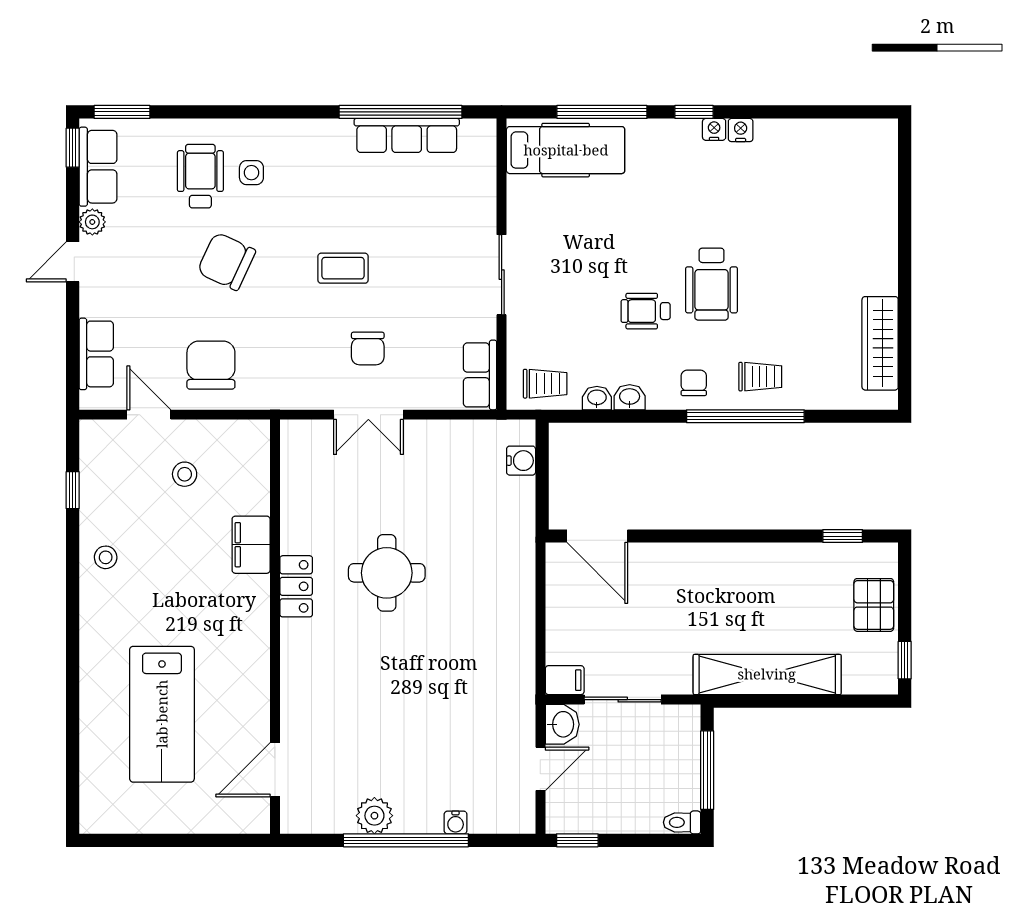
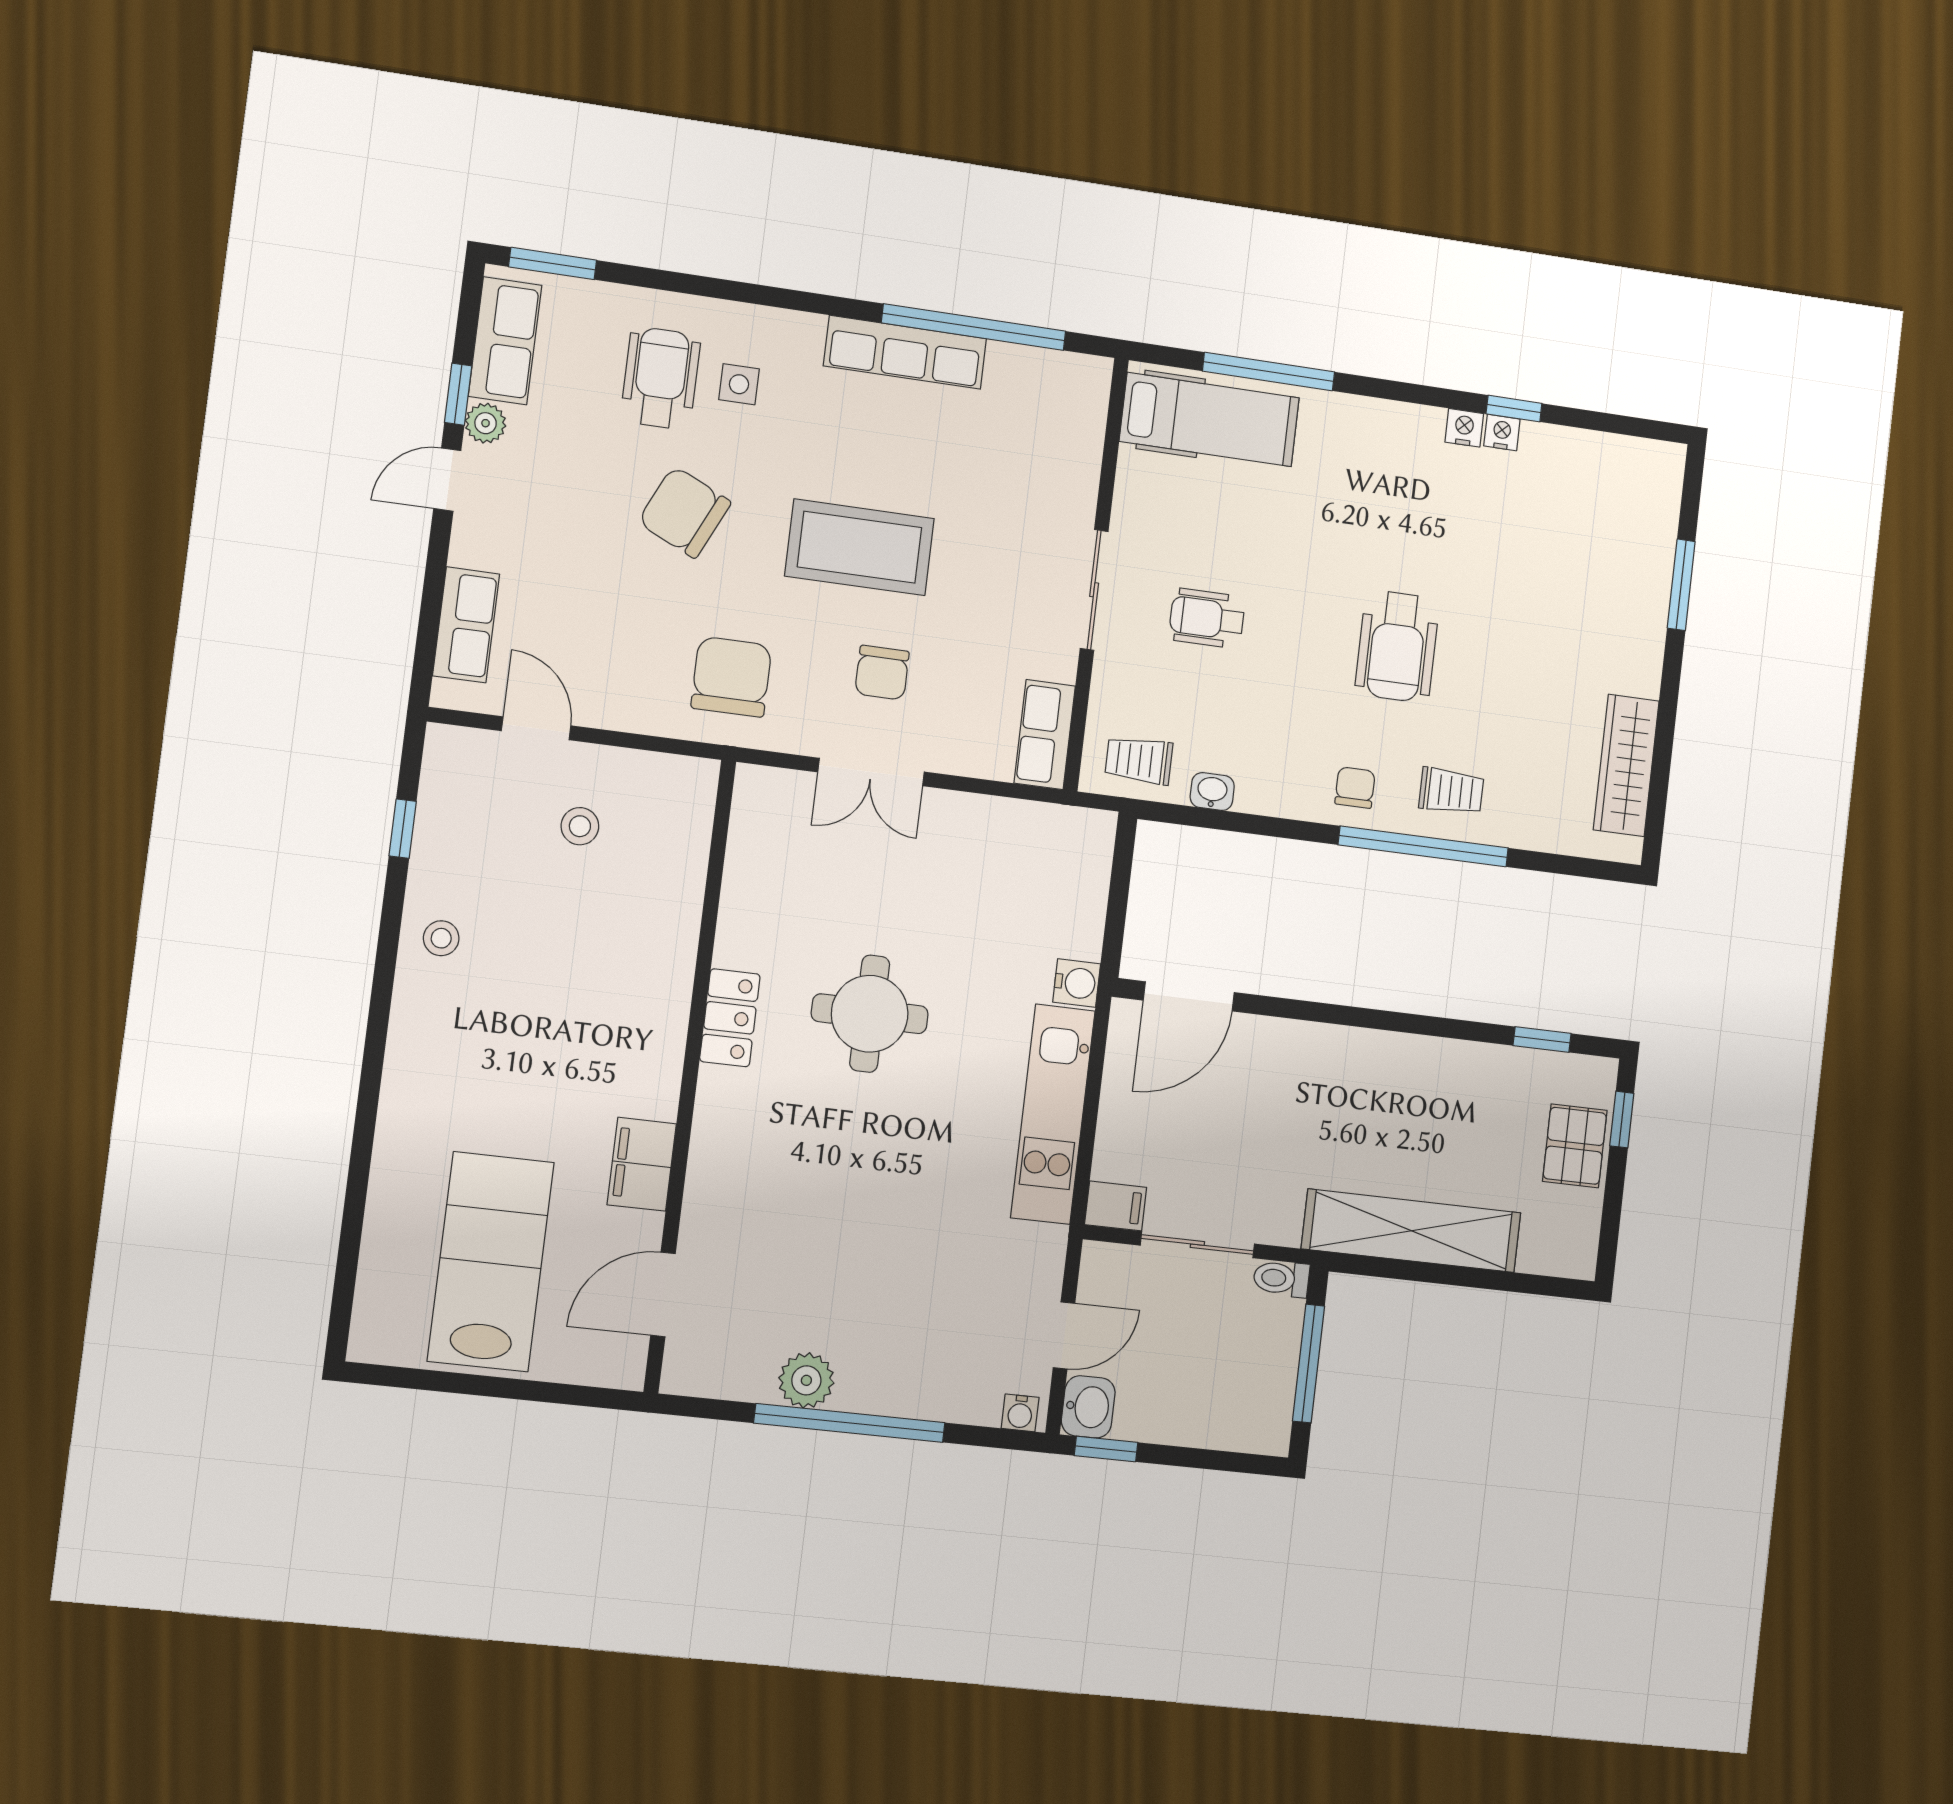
window: (694, 112) -> (1514, 409), moved
nightstand: (714, 129) -> (1502, 432), moved
row of seats: (407, 135) -> (905, 352), moved
window: (73, 148) -> (458, 394), moved
window: (905, 215) -> (1681, 585), added
coffee table: (343, 268) -> (860, 547), width x1.86, depth x1.72
wheelchair: (646, 311) -> (1207, 618), moved
chair: (211, 365) -> (731, 677), moved
trolley: (545, 384) -> (1139, 760), turned 180
washbasin: (630, 397) -> (1260, 797), removed
water cooler: (521, 461) -> (1077, 983), moved
door: (597, 536) -> (1189, 996), hinge flipped
filing cabinet: (251, 545) -> (642, 1164), moved
kitchen unit: (516, 624) -> (1053, 1114), added
window: (905, 660) -> (1622, 1120), moved
lab bench: (162, 714) -> (491, 1262), moved, turned 180
washbasin: (562, 724) -> (1088, 1407), moved
water cooler: (456, 822) -> (1020, 1413), moved
toilet: (682, 822) -> (1281, 1278), moved

